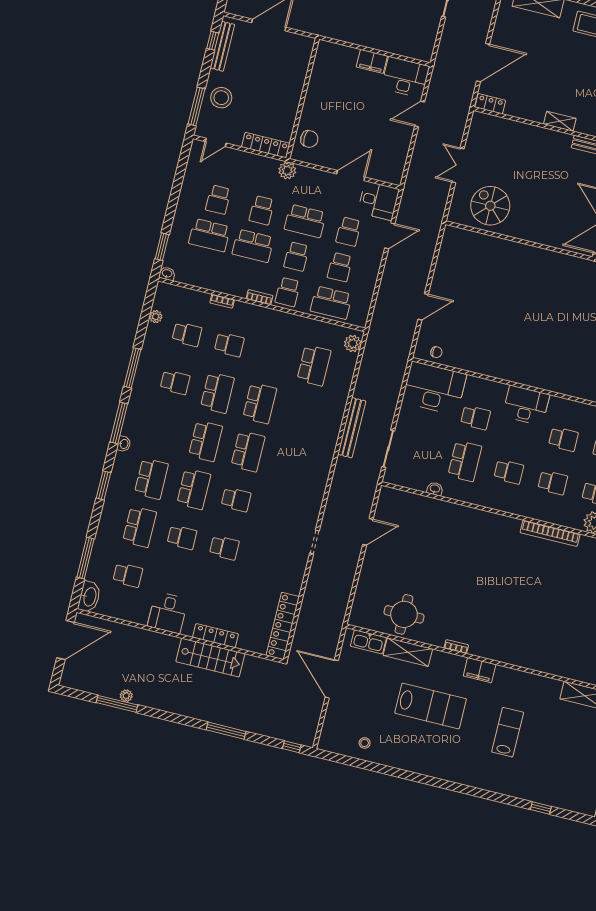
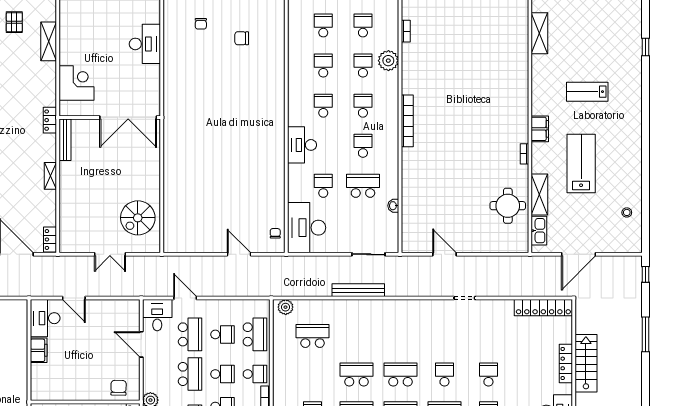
school desk: (349, 232) -> (190, 334), width x1.85
bookcase: (550, 533) -> (407, 121), moved

